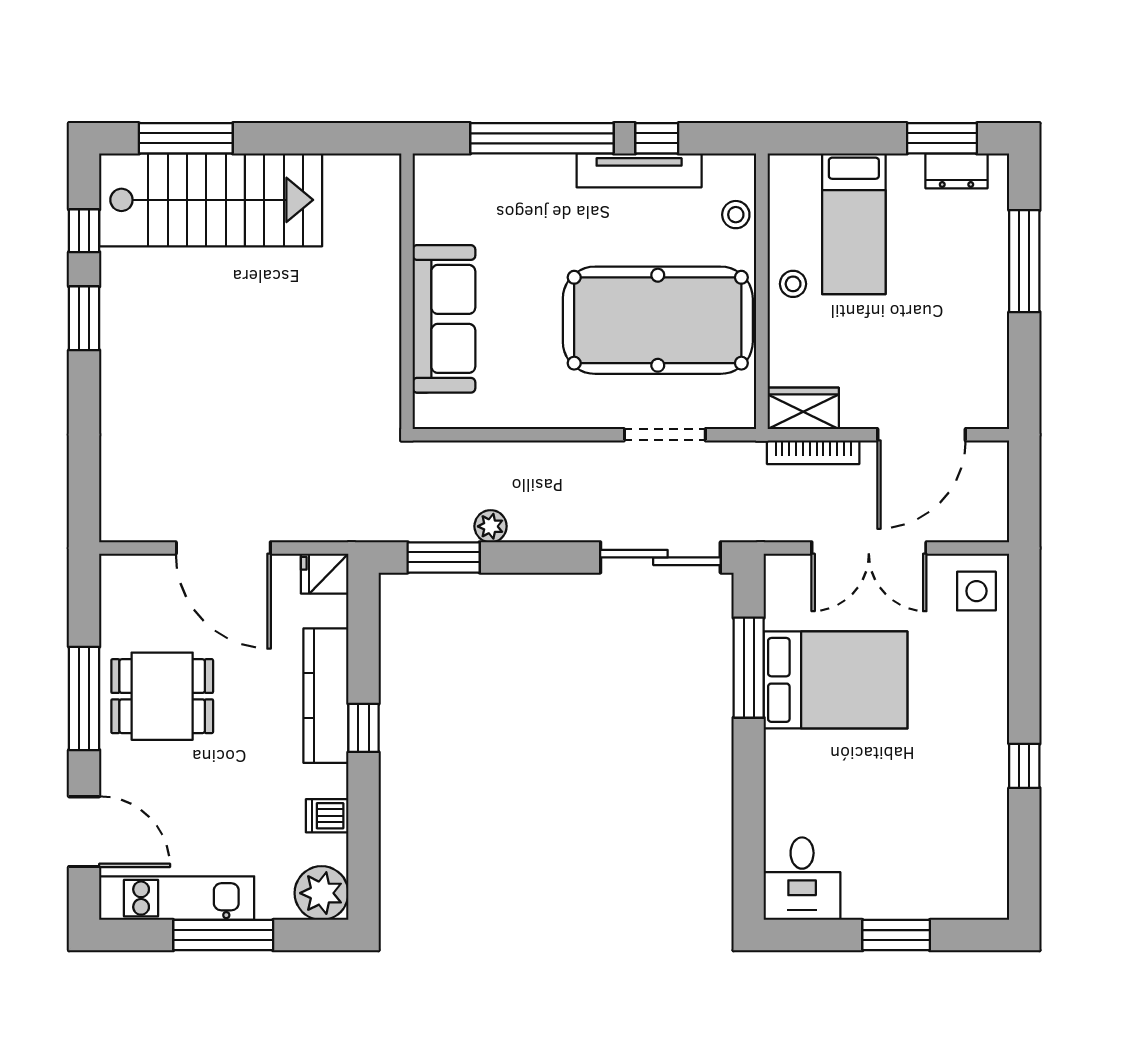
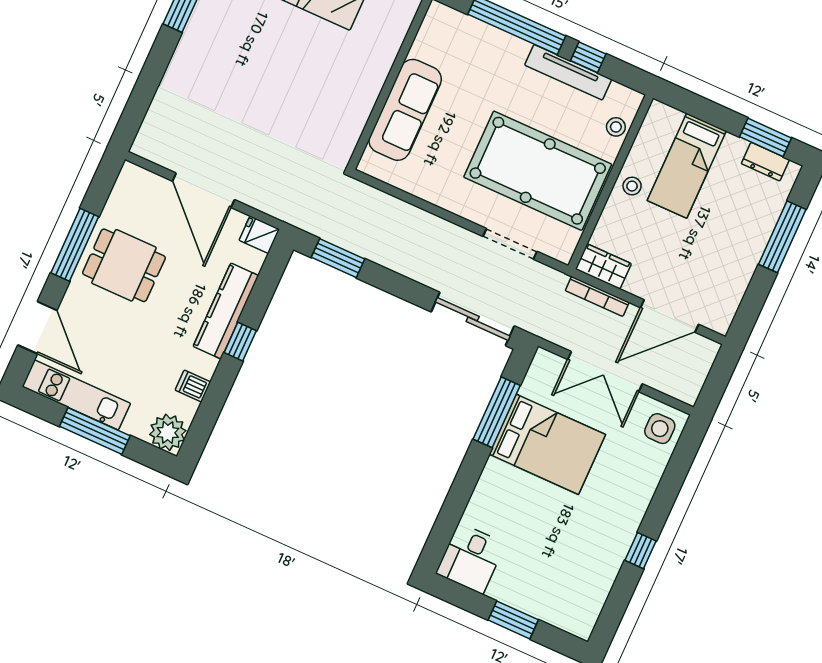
plant: (491, 526) -> (376, 252), removed

